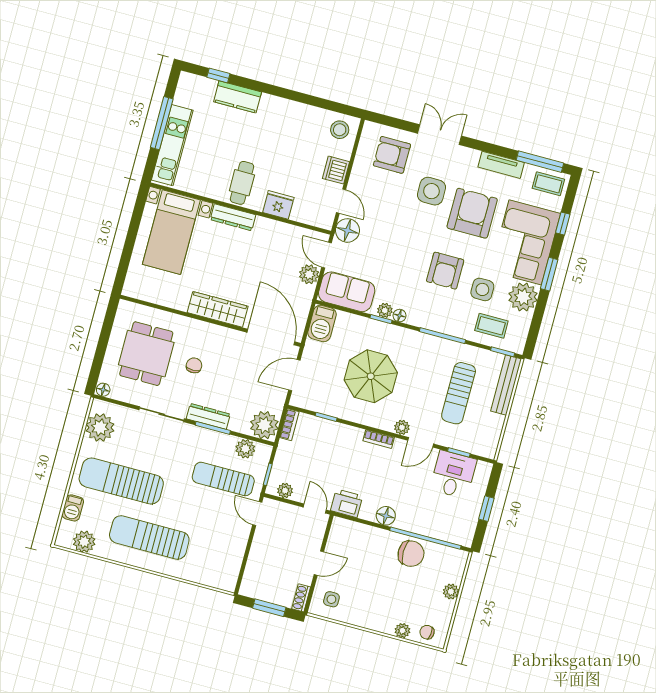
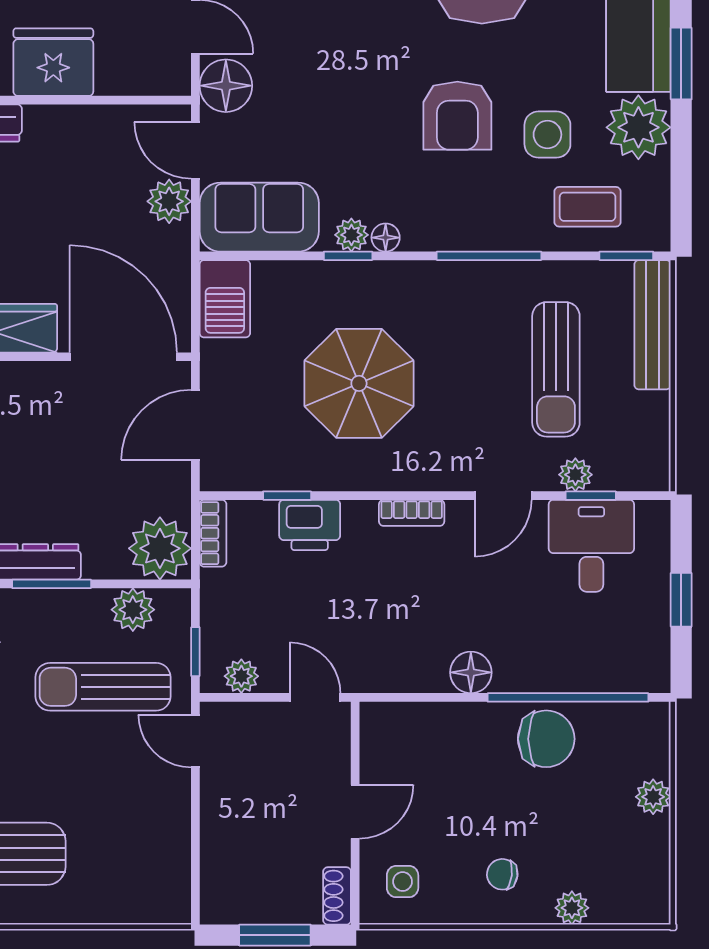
fridge: (278, 205) -> (53, 62), width x1.36, depth x1.34
plant: (402, 427) -> (575, 475), moved
printer: (347, 503) -> (310, 525), moved, turned 180
chair: (427, 632) -> (502, 874), moved

